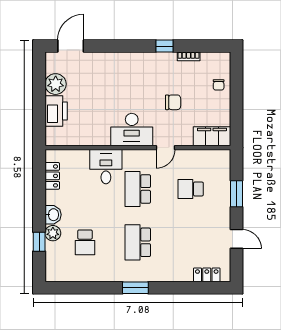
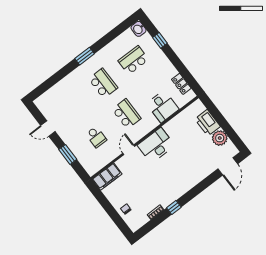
chair: (173, 102) -> (144, 179), removed
desk: (106, 167) -> (163, 107), moved
school desk: (191, 189) -> (96, 137), turned 90
washbasin: (53, 215) -> (139, 29), moved
plant: (53, 233) -> (156, 51), removed
school desk: (85, 242) -> (133, 60), width x1.85
locker: (207, 275) -> (49, 95), removed

